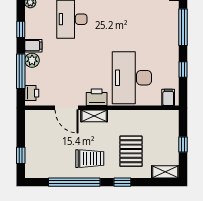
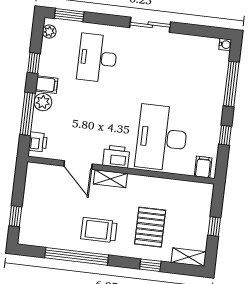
trolley: (90, 159) -> (99, 230), turned 180
window: (122, 182) -> (150, 265), moved

